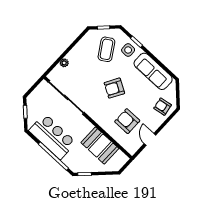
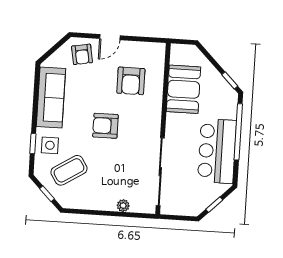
armchair: (114, 88) -> (105, 126), turned 150
door: (150, 139) -> (110, 37), moved

